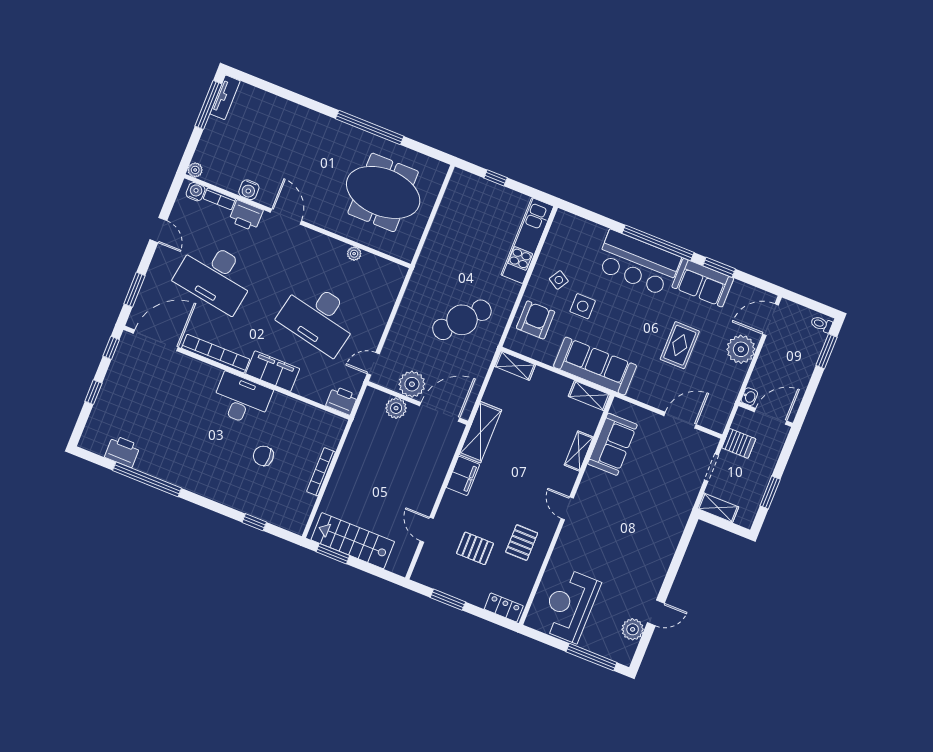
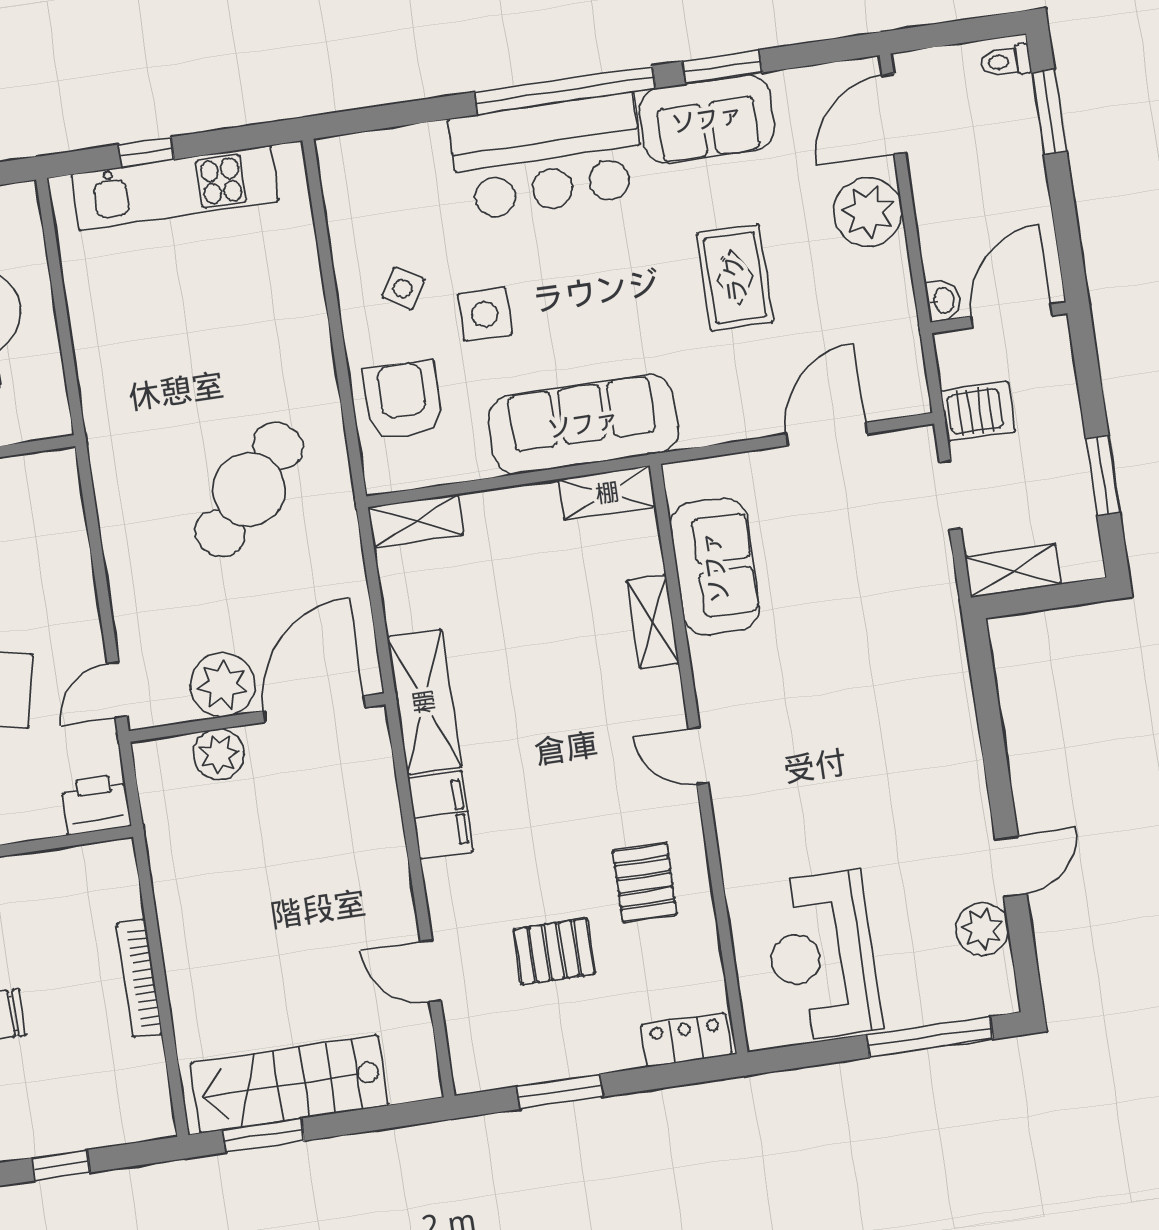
kitchen unit: (527, 241) -> (175, 188), moved, turned -90

